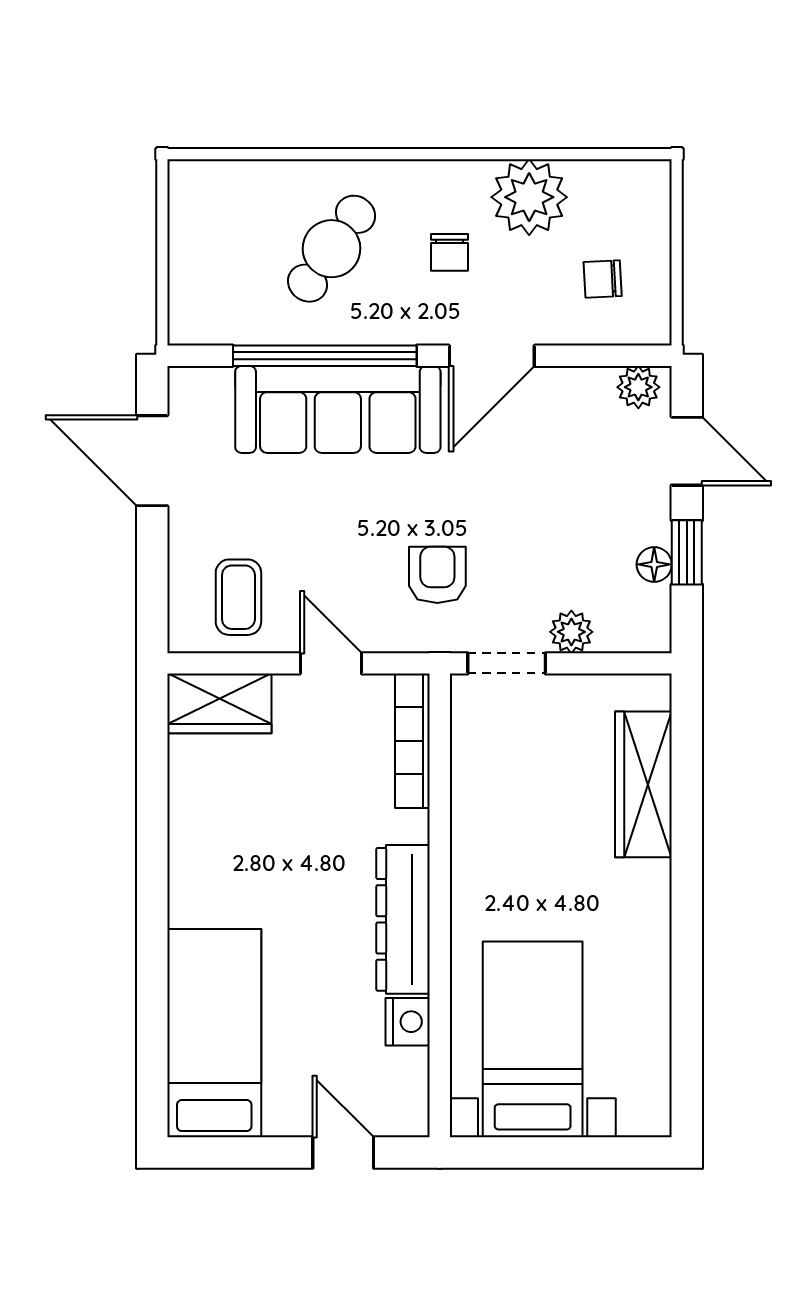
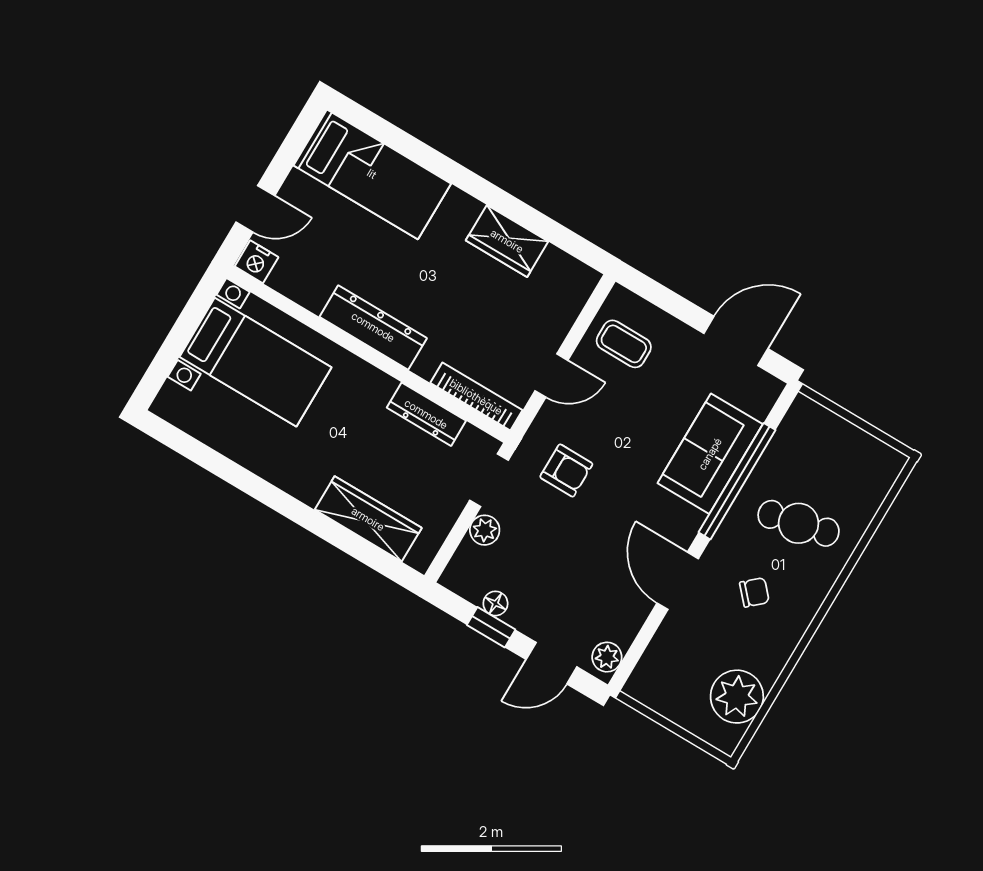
plant: (529, 197) -> (737, 697), moved
cafe table: (332, 249) -> (799, 523), turned -48
chair: (449, 252) -> (754, 592), turned 138
chair: (603, 279) -> (684, 674), removed
sofa: (338, 409) -> (710, 454), width x0.73
wardrobe: (220, 703) -> (507, 241), moved, turned -90
dresser: (471, 790) -> (426, 414), added
nightstand: (408, 1022) -> (257, 262), moved

